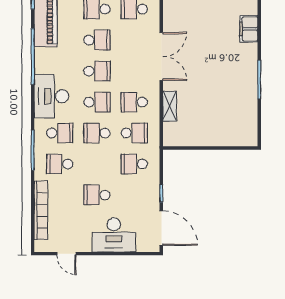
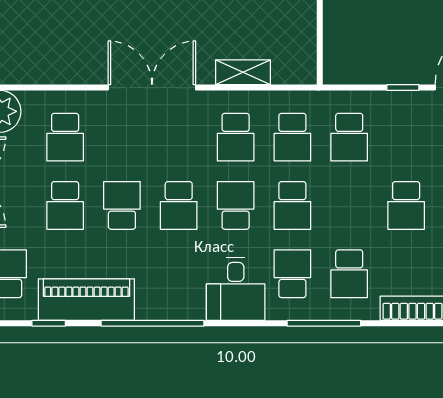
school desk: (97, 71) -> (179, 205), turned 180
desk: (51, 96) -> (236, 289), width x0.73
school desk: (134, 133) -> (292, 137), turned 180

